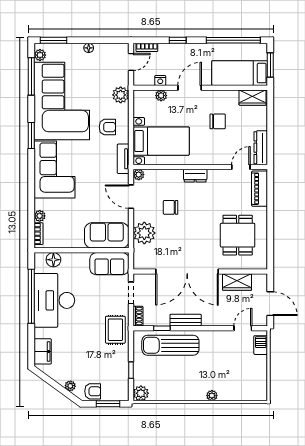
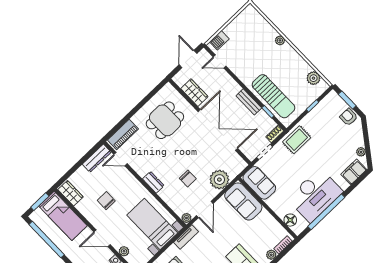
plant: (70, 386) -> (361, 152), moved
plant: (141, 393) -> (313, 78), moved

